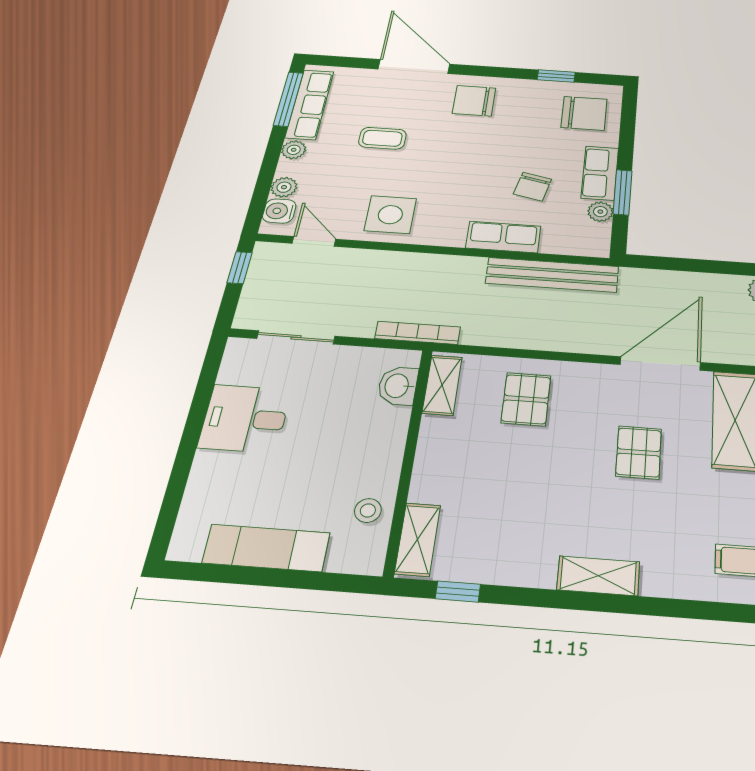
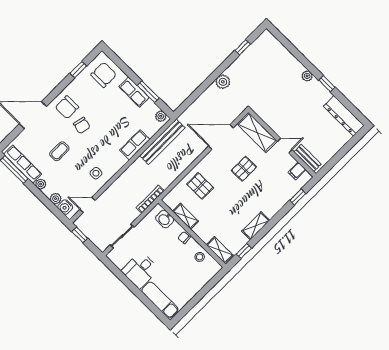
chair: (532, 187) -> (82, 125), moved
plant: (600, 212) -> (161, 116), moved
side table: (390, 215) -> (96, 173), width x0.54, depth x0.54
door: (660, 363) -> (221, 137), hinge flipped
shelving: (442, 385) -> (185, 216), moved
chair: (387, 449) -> (184, 238), added
pallet: (639, 452) -> (244, 169), turned 90
exam couch: (266, 548) -> (160, 300), moved, turned 90
shelving: (598, 576) -> (256, 226), moved
window: (683, 609) -> (298, 197), added

